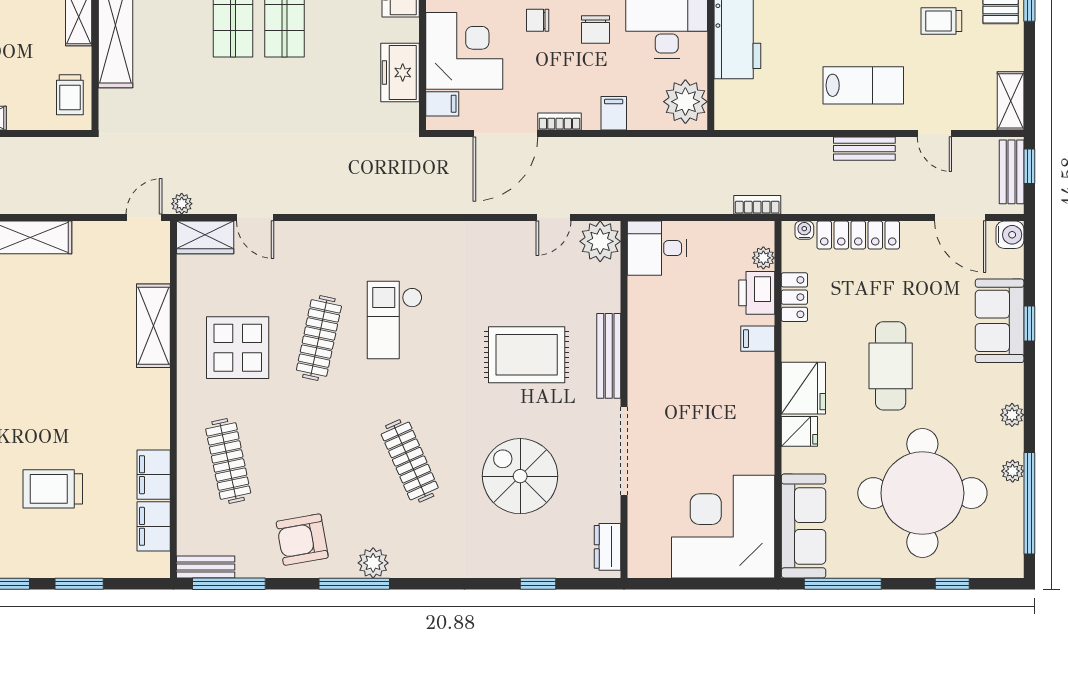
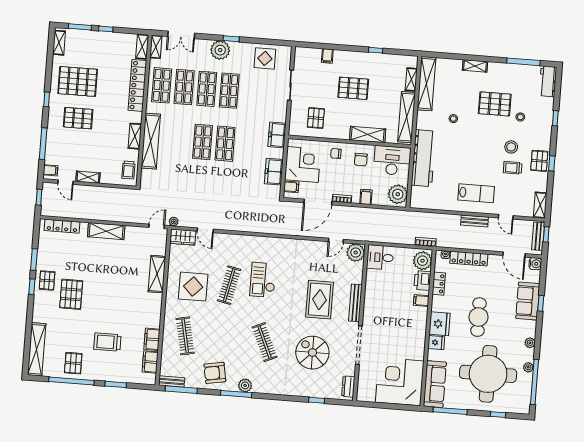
plant: (763, 258) -> (423, 261), width x1.87, depth x1.87
rug: (527, 355) -> (319, 300), turned 90

